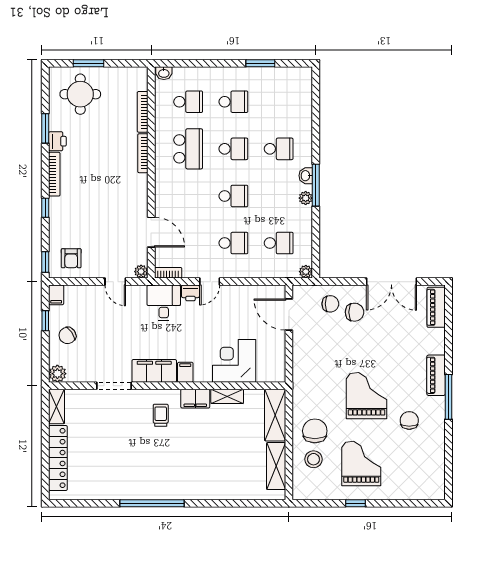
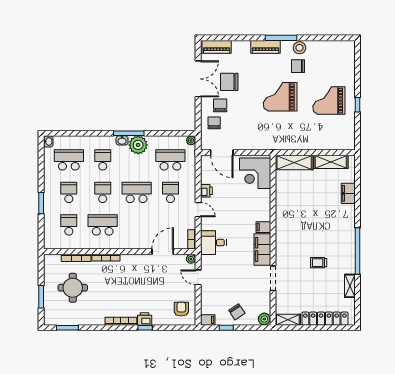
window: (260, 63) -> (41, 203), moved
washbasin: (164, 73) -> (48, 141), moved
round table: (80, 94) -> (73, 288), moved
school desk: (279, 102) -> (69, 160), added
window: (45, 128) -> (67, 328), moved
printer: (57, 141) -> (145, 319), moved
school desk: (233, 196) -> (137, 192), width x1.85
plant: (306, 198) -> (138, 145), width x1.88, depth x1.88
school desk: (279, 243) -> (170, 160), width x1.85
armchair: (71, 258) -> (181, 309), turned -90
window: (45, 262) -> (184, 328), removed
door: (115, 282) -> (198, 277), swing flipped
printer: (190, 293) -> (206, 191), moved
door: (289, 314) -> (222, 153), hinge flipped
corner desk: (234, 361) -> (255, 173), moved
shelving: (227, 396) -> (350, 286), moved
filing cabinet: (195, 399) -> (348, 193), moved, turned 180
trolley: (161, 415) -> (319, 263), moved
chair: (315, 431) -> (229, 82), moved
stool: (313, 459) -> (299, 48), moved

